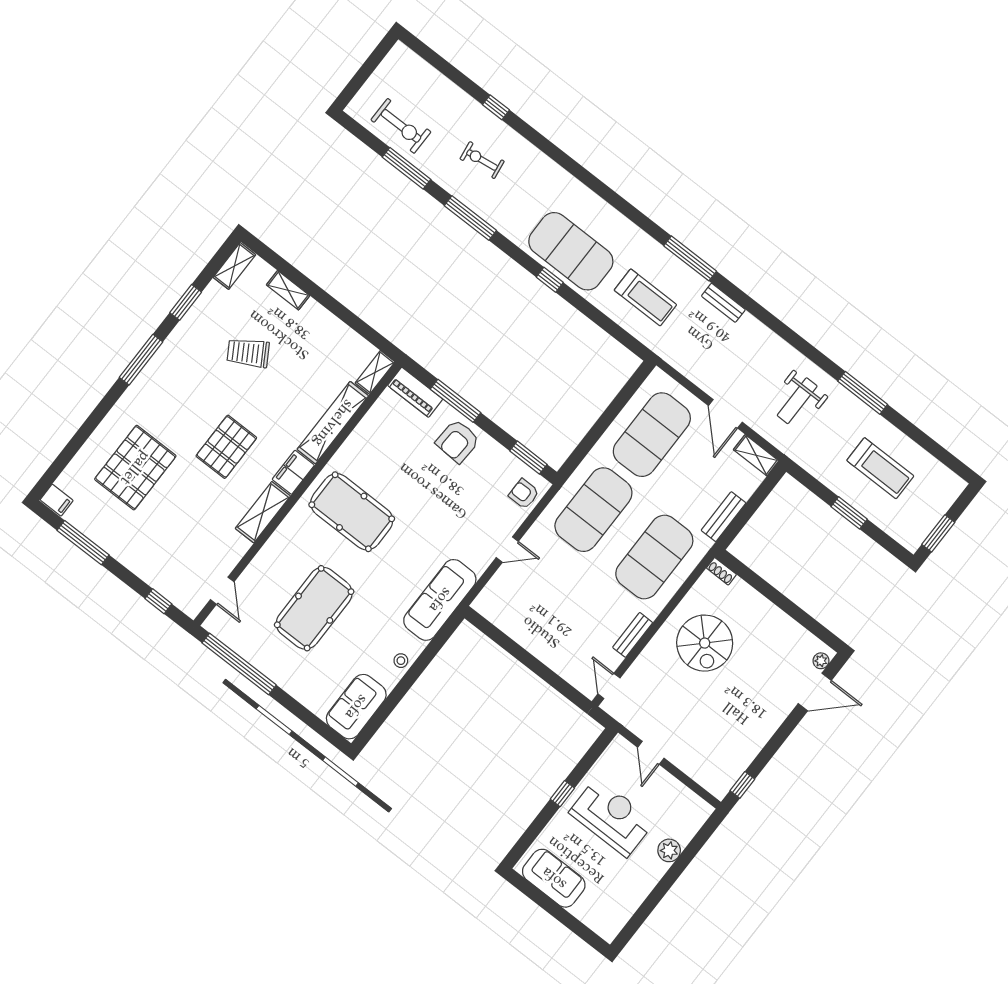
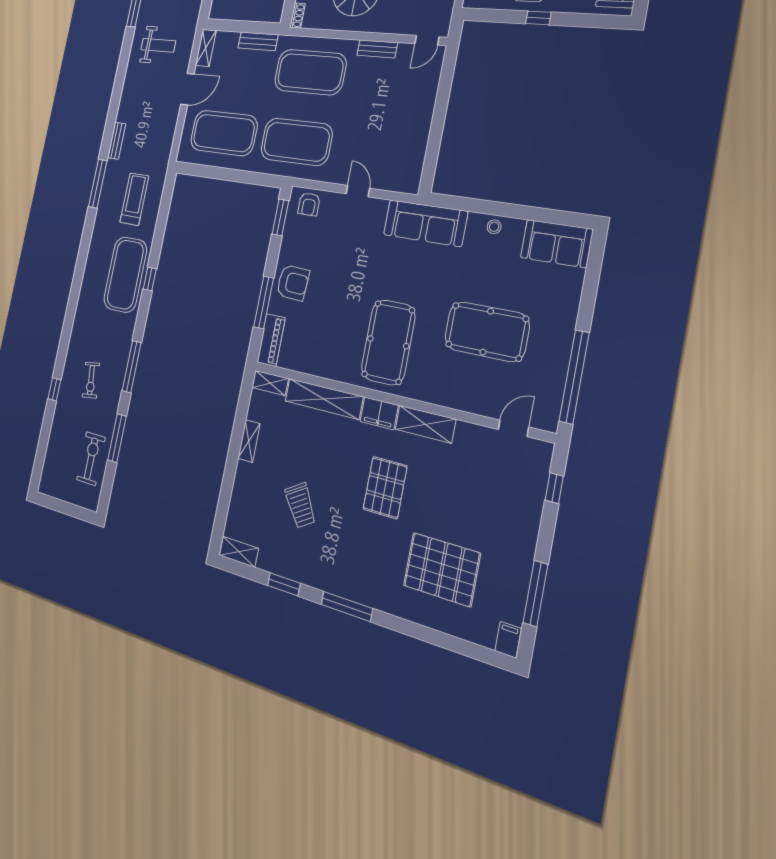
shelving: (288, 290) -> (249, 441), moved
pallet: (226, 447) -> (385, 488), turned 90

